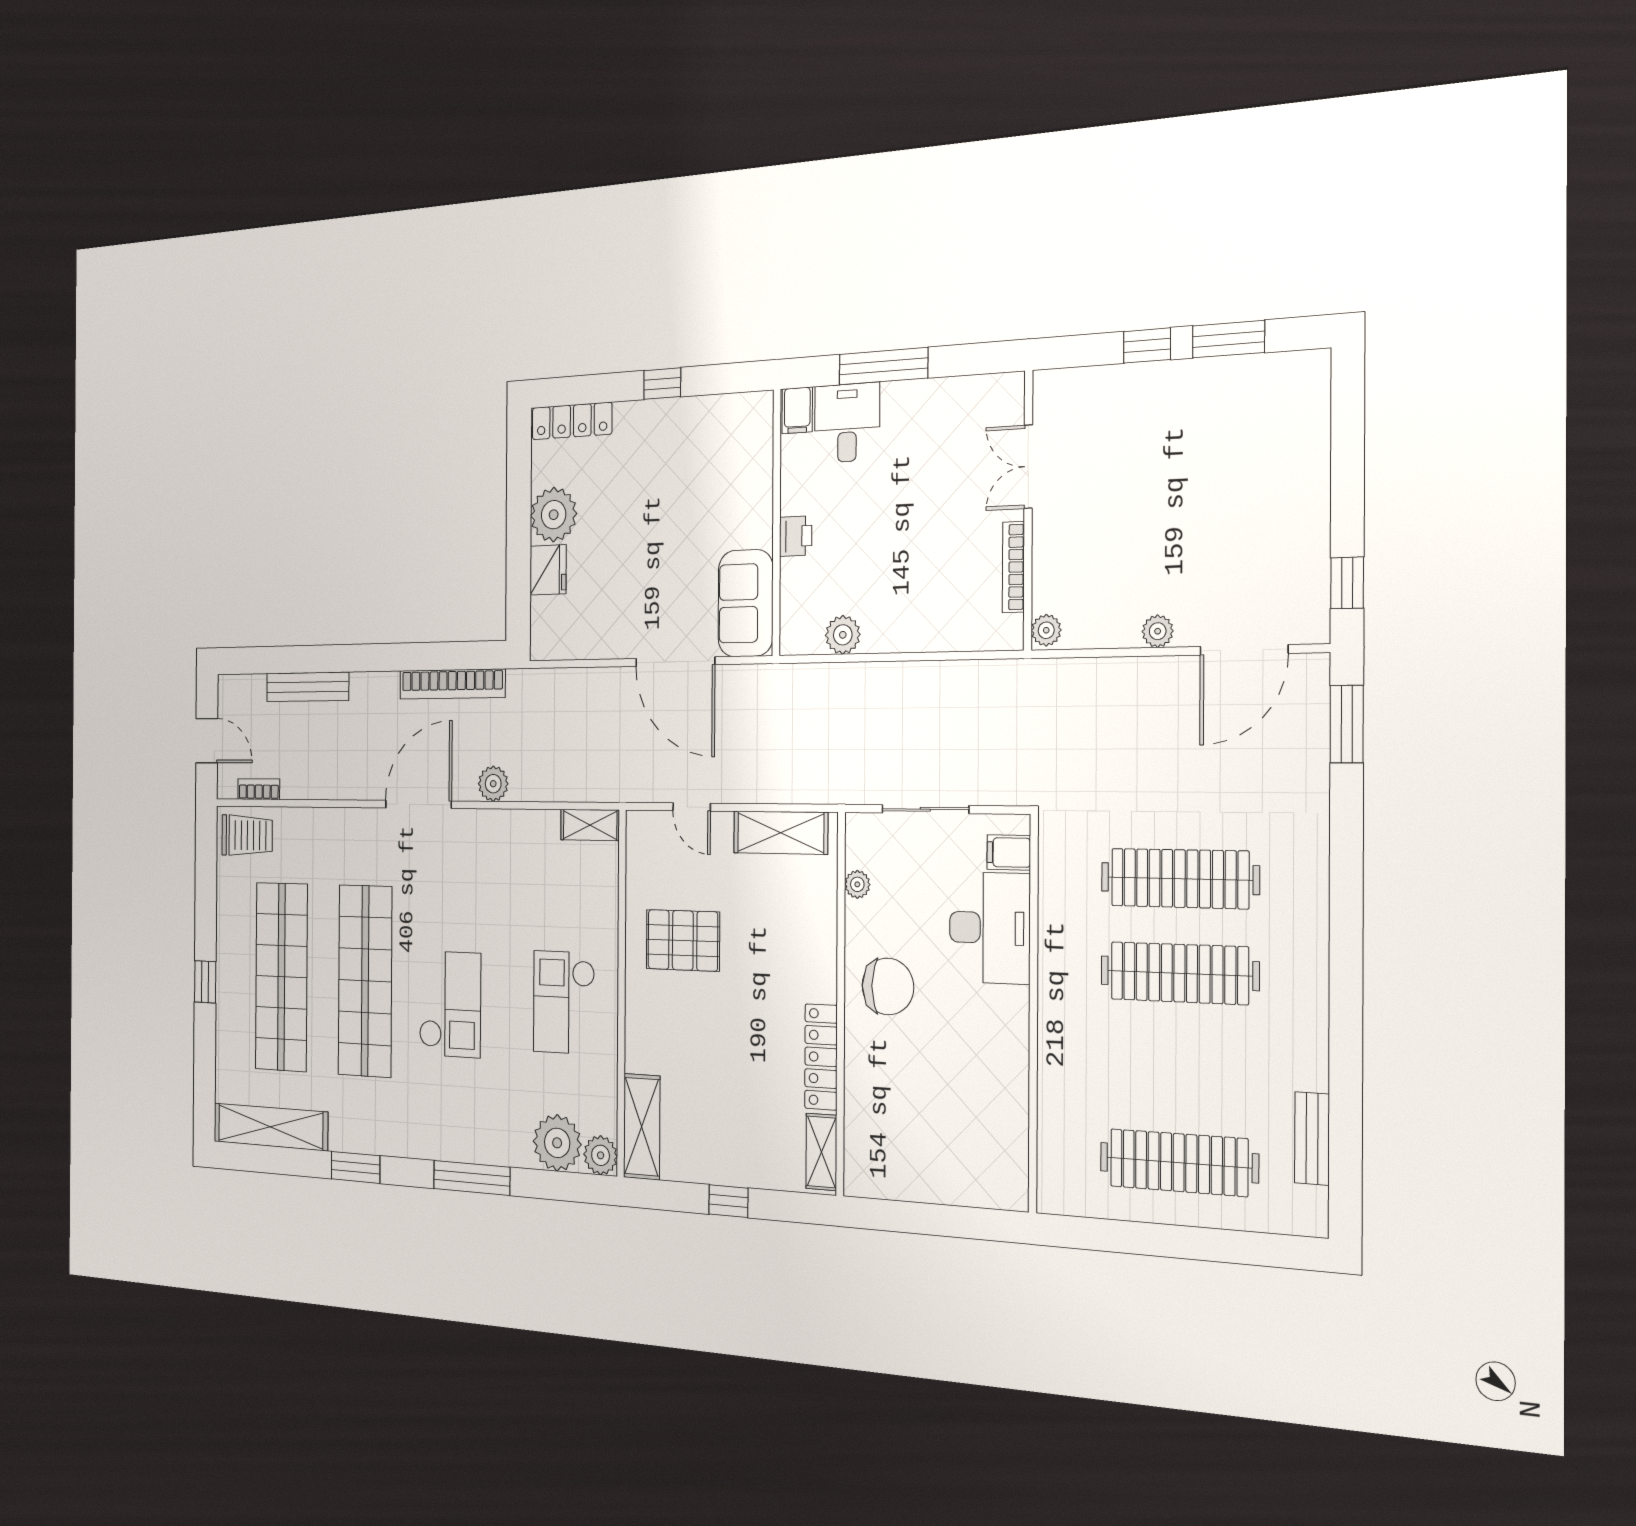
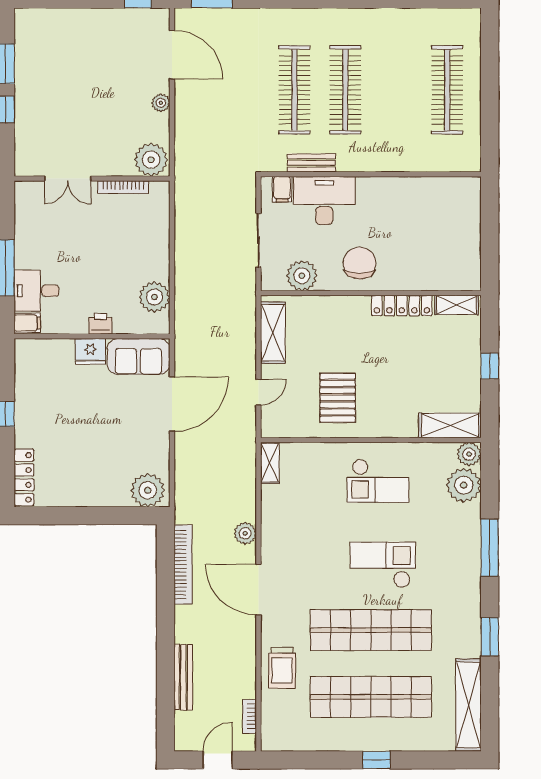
plant: (554, 515) -> (148, 490), moved
fridge: (548, 570) -> (90, 351), moved, turned 180
plant: (1046, 630) -> (151, 160), width x1.88, depth x1.88
plant: (843, 635) -> (154, 297), width x1.36, depth x1.36
trolley: (247, 835) -> (282, 668), moved, turned 180
plant: (857, 884) -> (302, 276), width x1.87, depth x1.87
bench: (1312, 1138) -> (311, 163), moved

